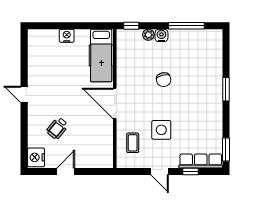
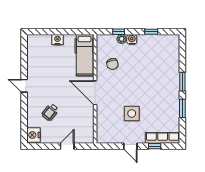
window: (131, 26) -> (119, 32), moved
window: (186, 26) -> (151, 32), width x0.46
chair: (164, 80) -> (112, 64), moved
coffee table: (133, 143) -> (109, 124), removed
window: (226, 149) -> (182, 108), moved
door: (66, 171) -> (67, 146), moved

